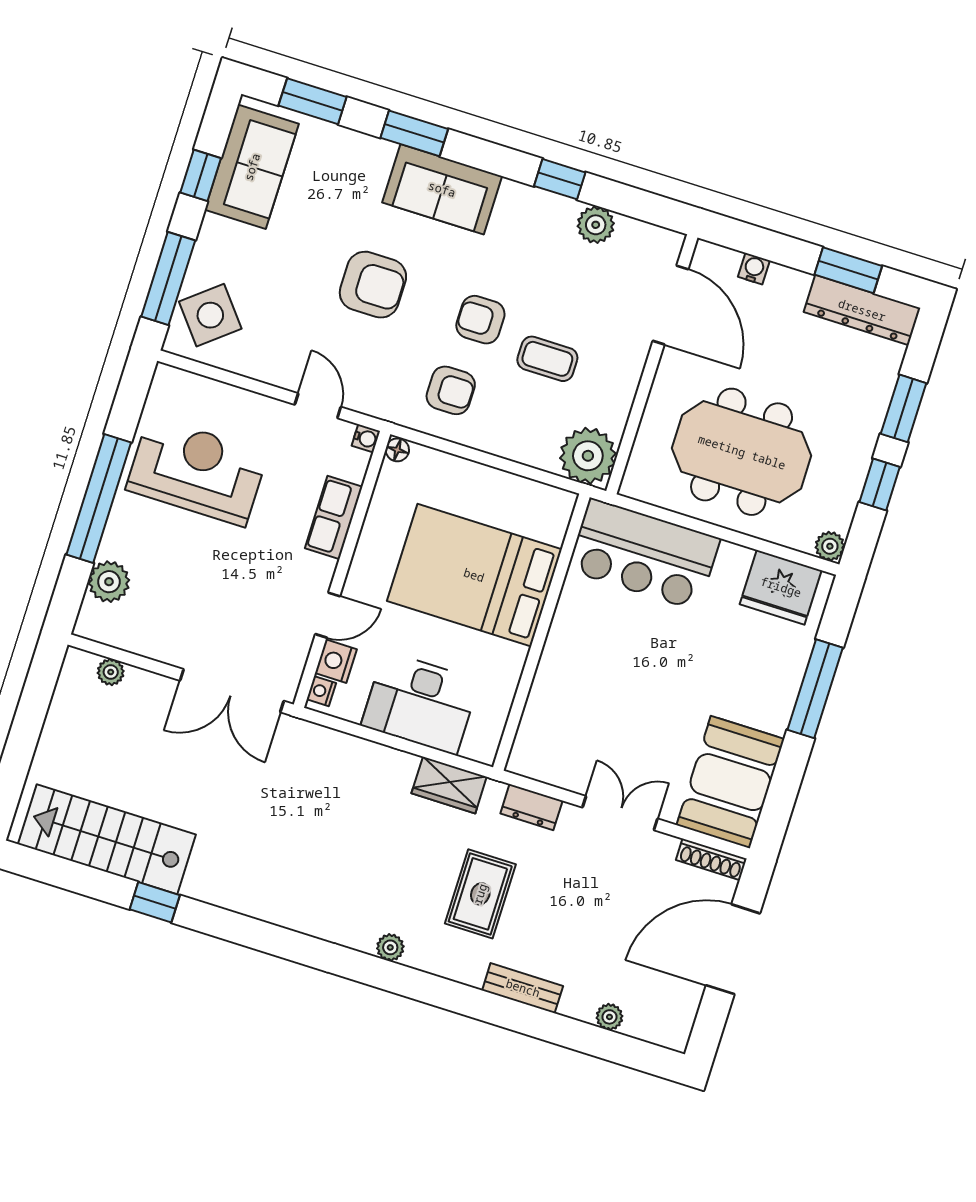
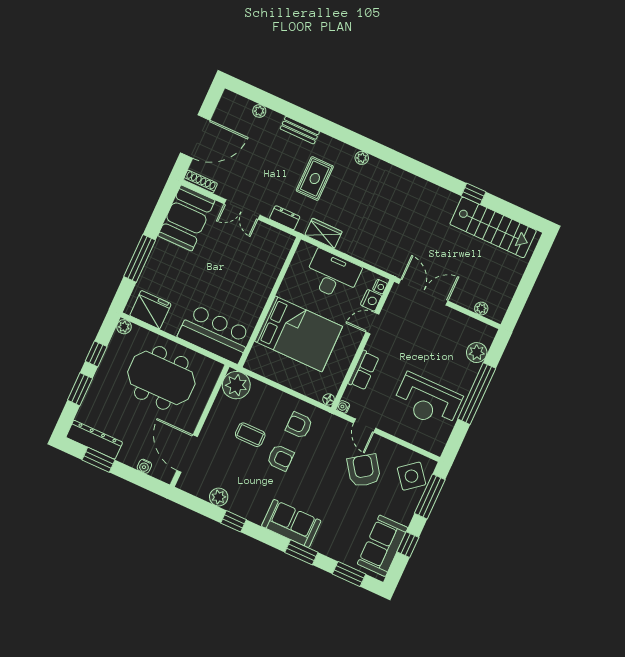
armchair: (373, 285) -> (364, 470), moved, turned 55

